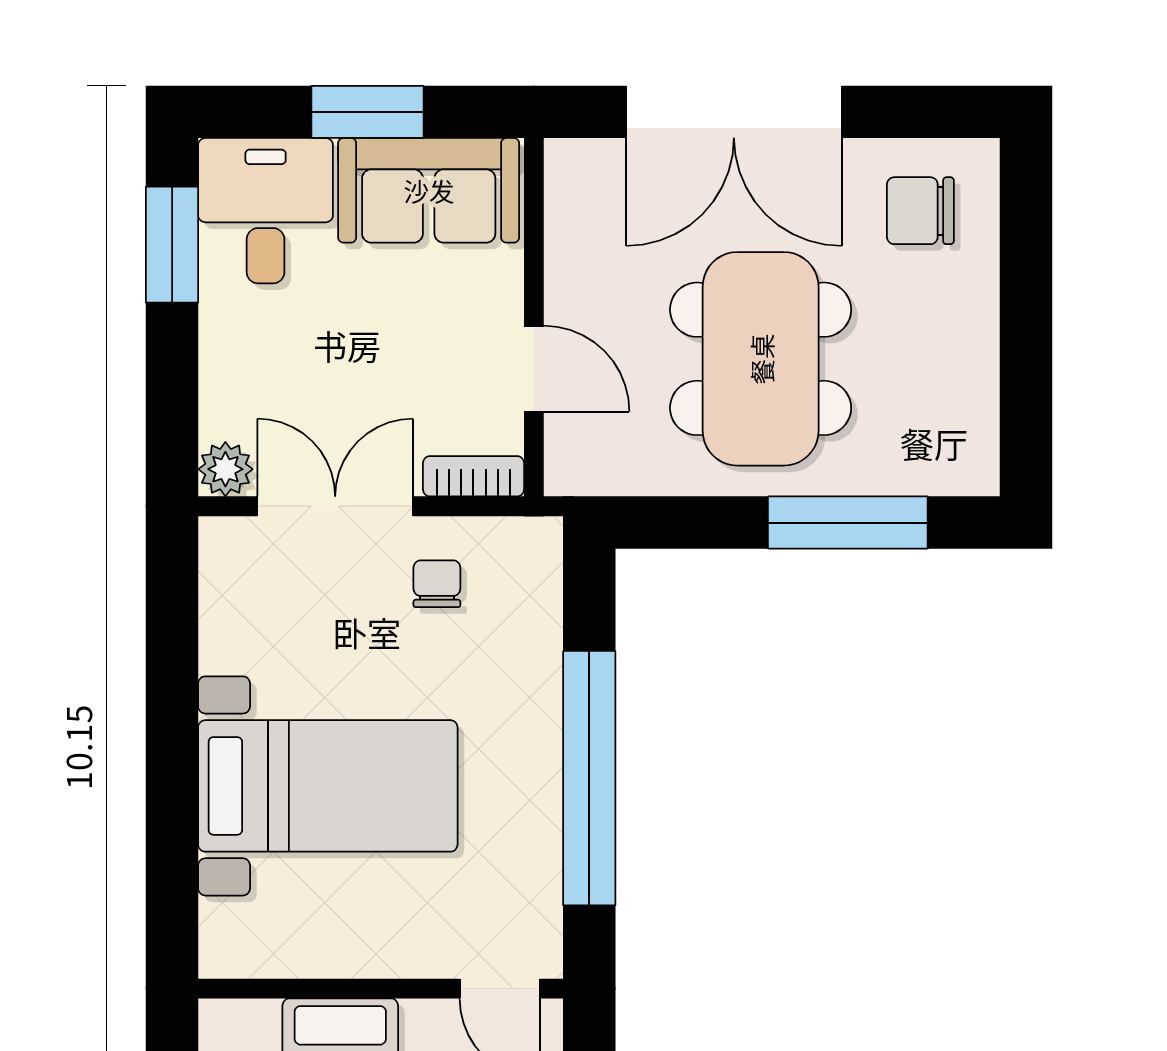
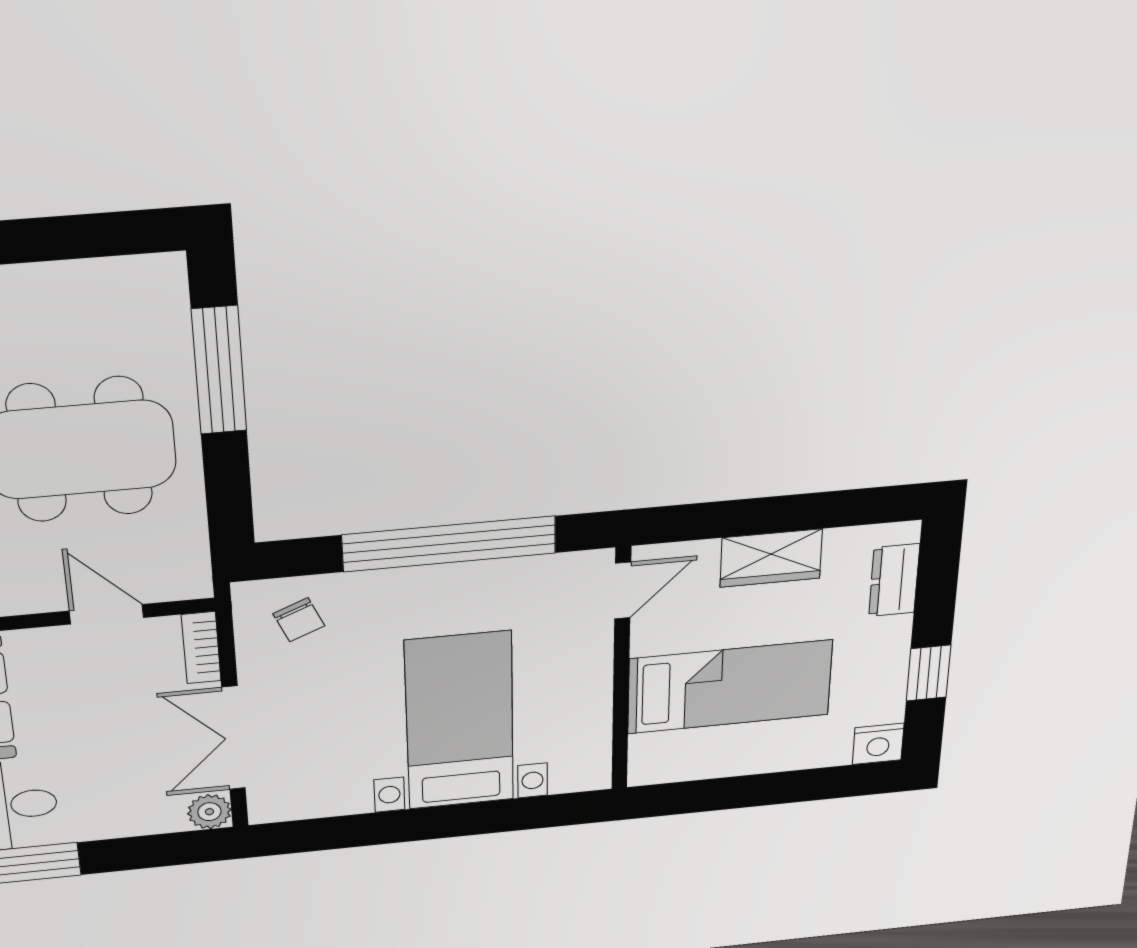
door: (534, 369) -> (106, 614), hinge flipped
chair: (437, 584) -> (299, 620), moved, turned -113

